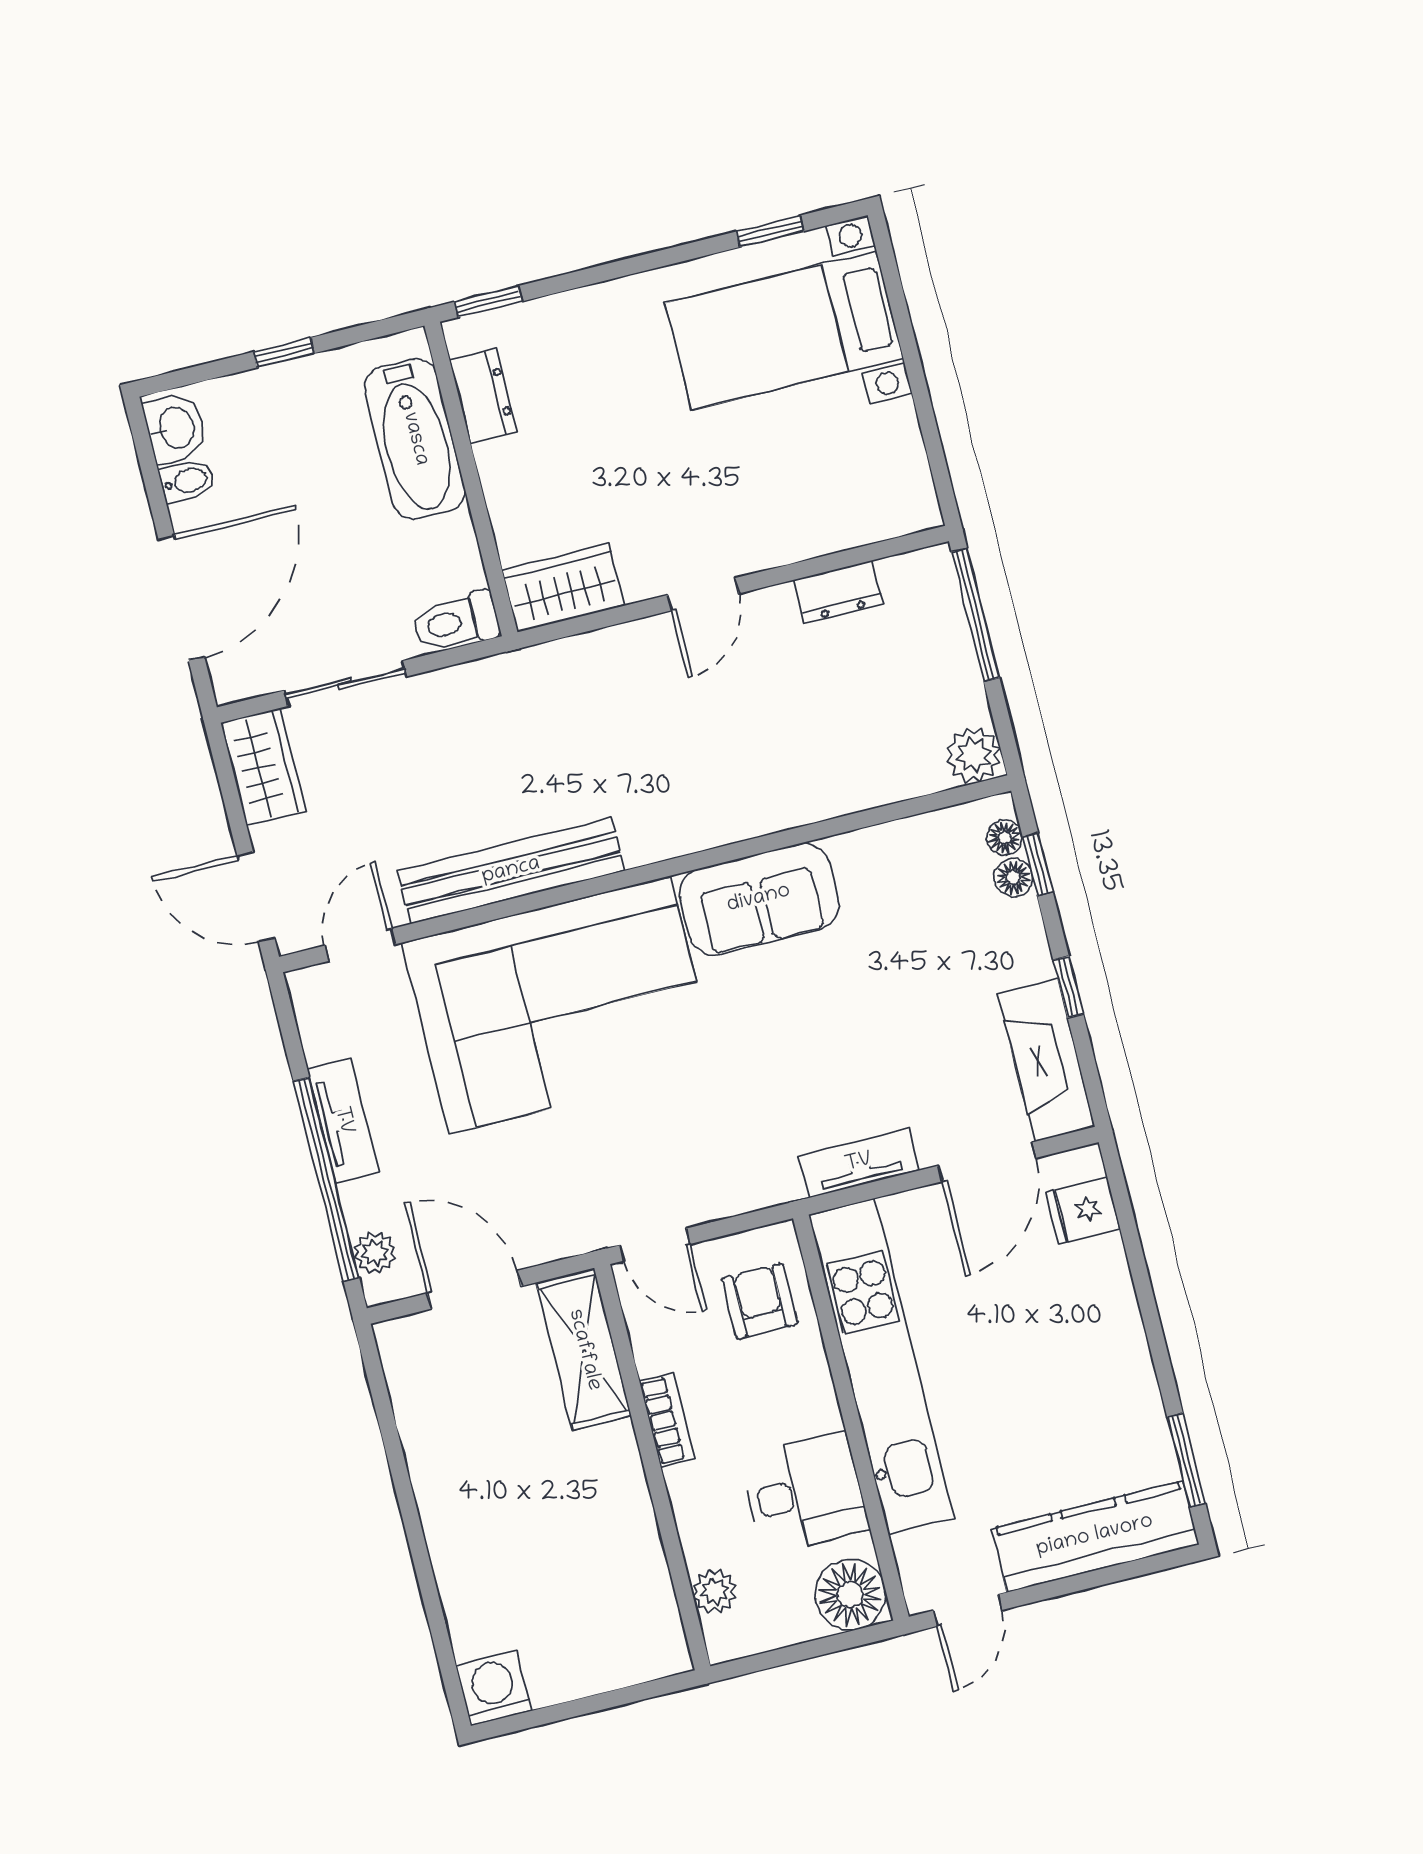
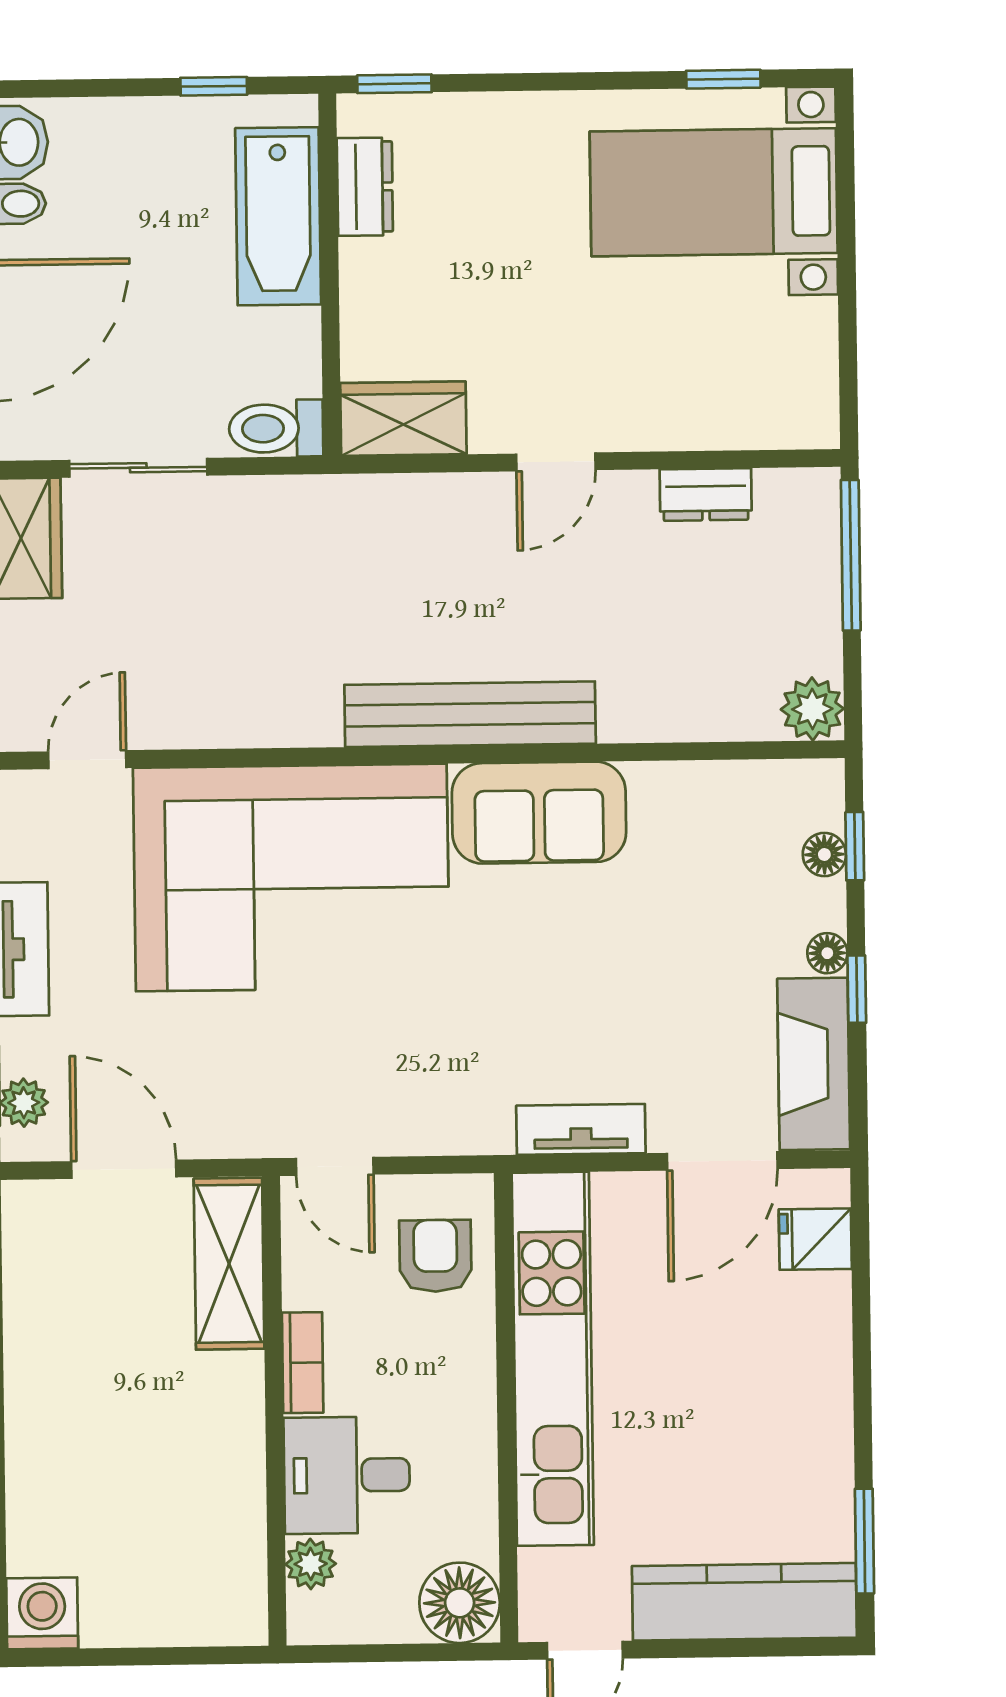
window: (284, 353) -> (214, 86), moved
floor lamp: (1005, 838) -> (827, 953), moved
bench: (511, 871) -> (470, 714), moved
desk: (805, 1493) -> (347, 1475), moved, turned 180

